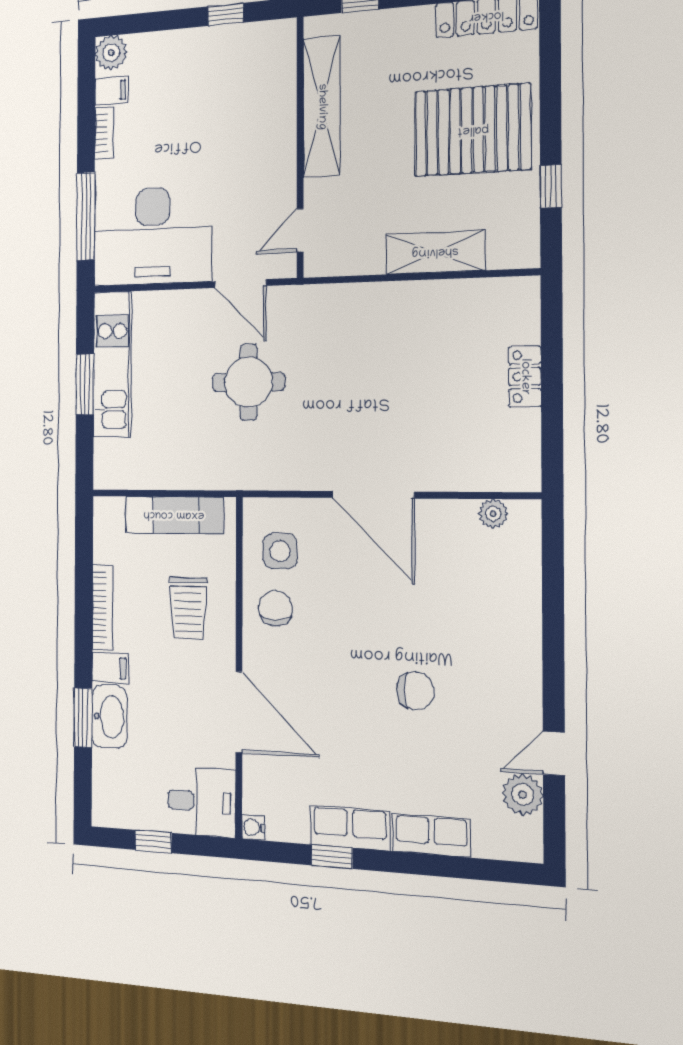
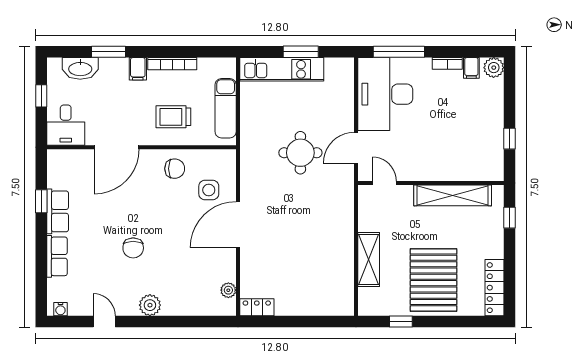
kitchen unit: (112, 364) -> (282, 69), moved
locker: (525, 377) -> (257, 307), moved
side table: (280, 551) -> (209, 190), moved
washbasin: (109, 717) -> (80, 68), moved
plant: (523, 794) -> (150, 305), moved
water cooler: (253, 827) -> (60, 309), moved, turned 180

